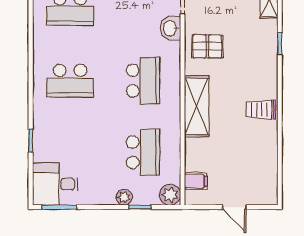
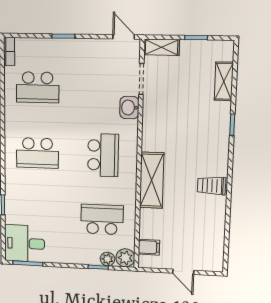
pallet: (207, 46) -> (163, 125), removed
school desk: (143, 152) -> (102, 219), turned -90
plant: (124, 197) -> (107, 259), moved

